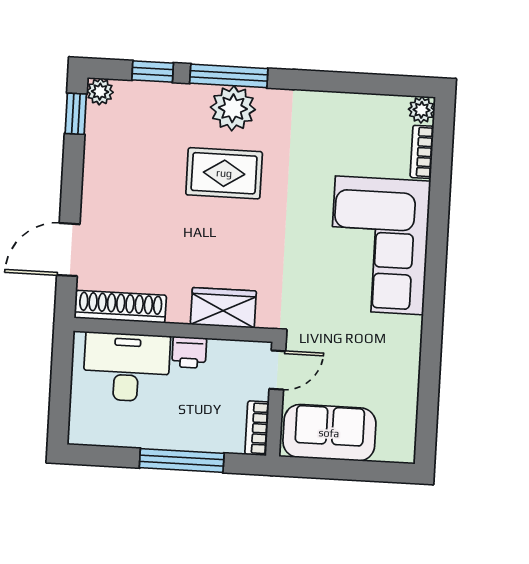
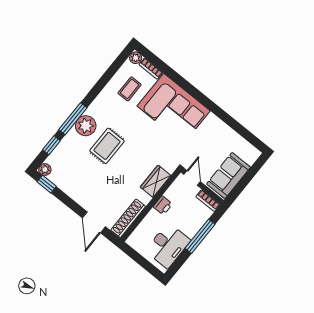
coffee table: (357, 140) -> (130, 89), added
desk: (126, 367) -> (168, 246), moved, turned 180

